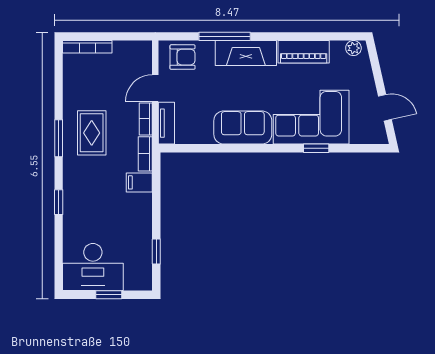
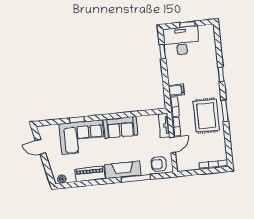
rug: (92, 133) -> (206, 116), width x1.36, depth x1.43
desk: (93, 267) -> (181, 41), moved

